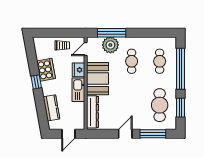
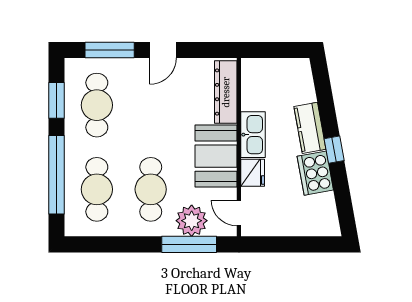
trolley: (62, 45) -> (284, 220), removed
door: (86, 49) -> (239, 213), swing flipped
cafe table: (132, 61) -> (151, 189), width x1.37, depth x1.35
cafe table: (160, 61) -> (97, 189), width x1.37, depth x1.35
kitchen counter: (51, 108) -> (310, 128), moved
door: (68, 134) -> (272, 50), removed

